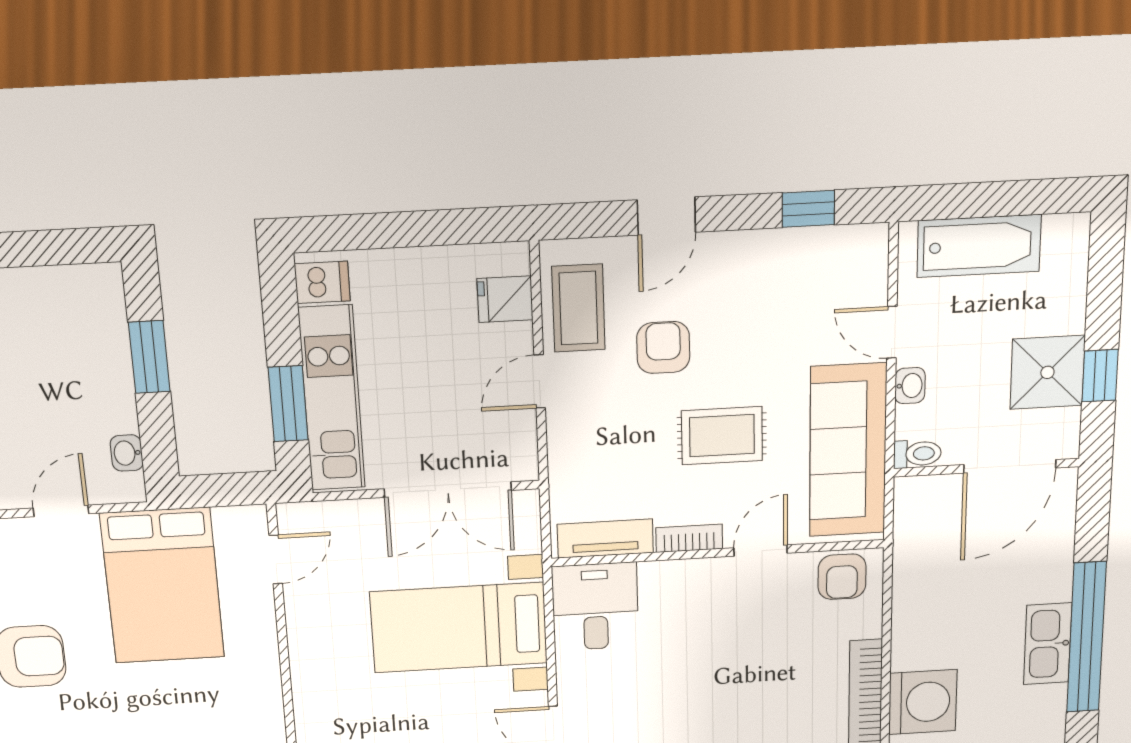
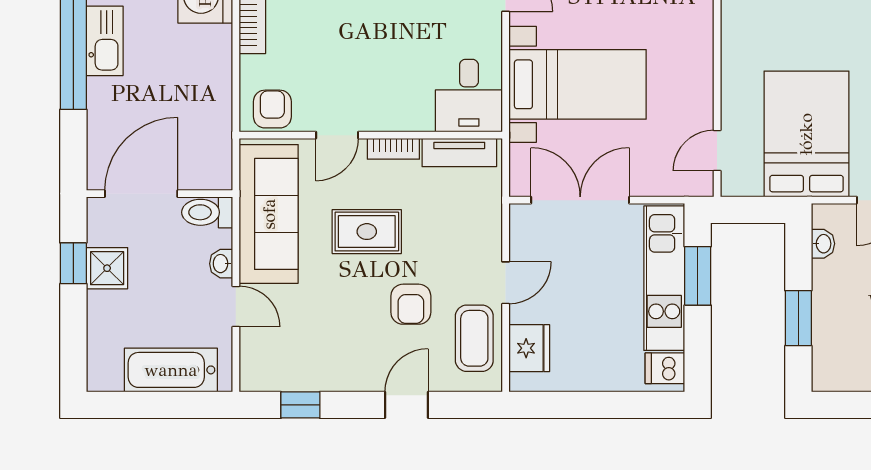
fridge: (505, 299) -> (529, 348), width x1.38
shower: (1047, 372) -> (107, 268), width x0.73, depth x0.73
toilet: (917, 454) -> (207, 212), width x1.37, depth x1.39

